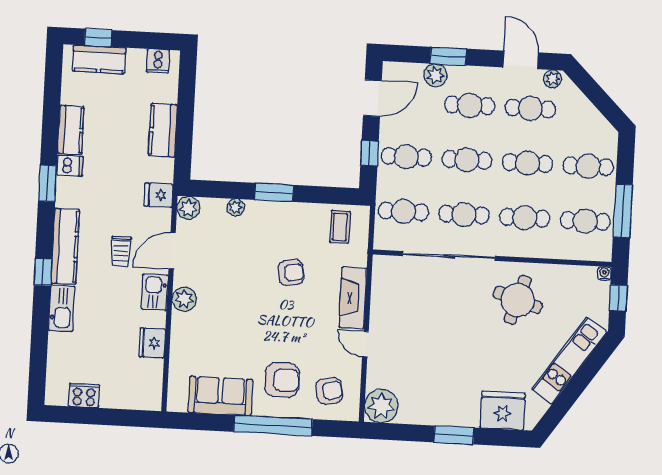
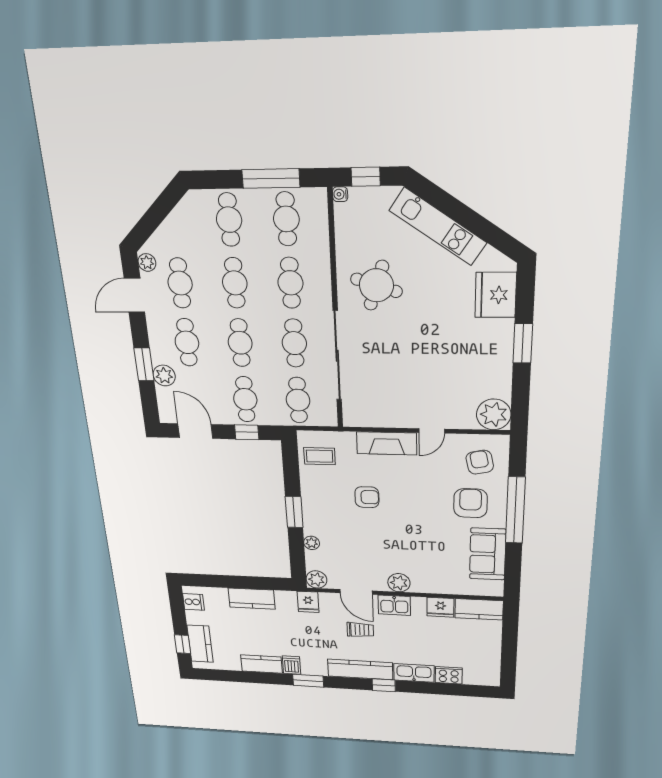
armchair: (291, 273) -> (367, 497), turned 99
kitchen counter: (150, 385) -> (479, 609), added
cooker: (84, 395) -> (449, 675), moved, turned 90

